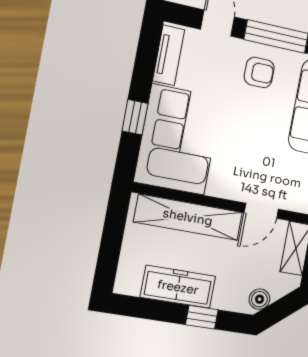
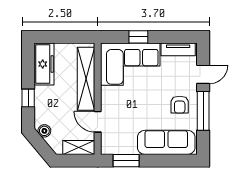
freezer: (178, 287) -> (44, 64), moved

